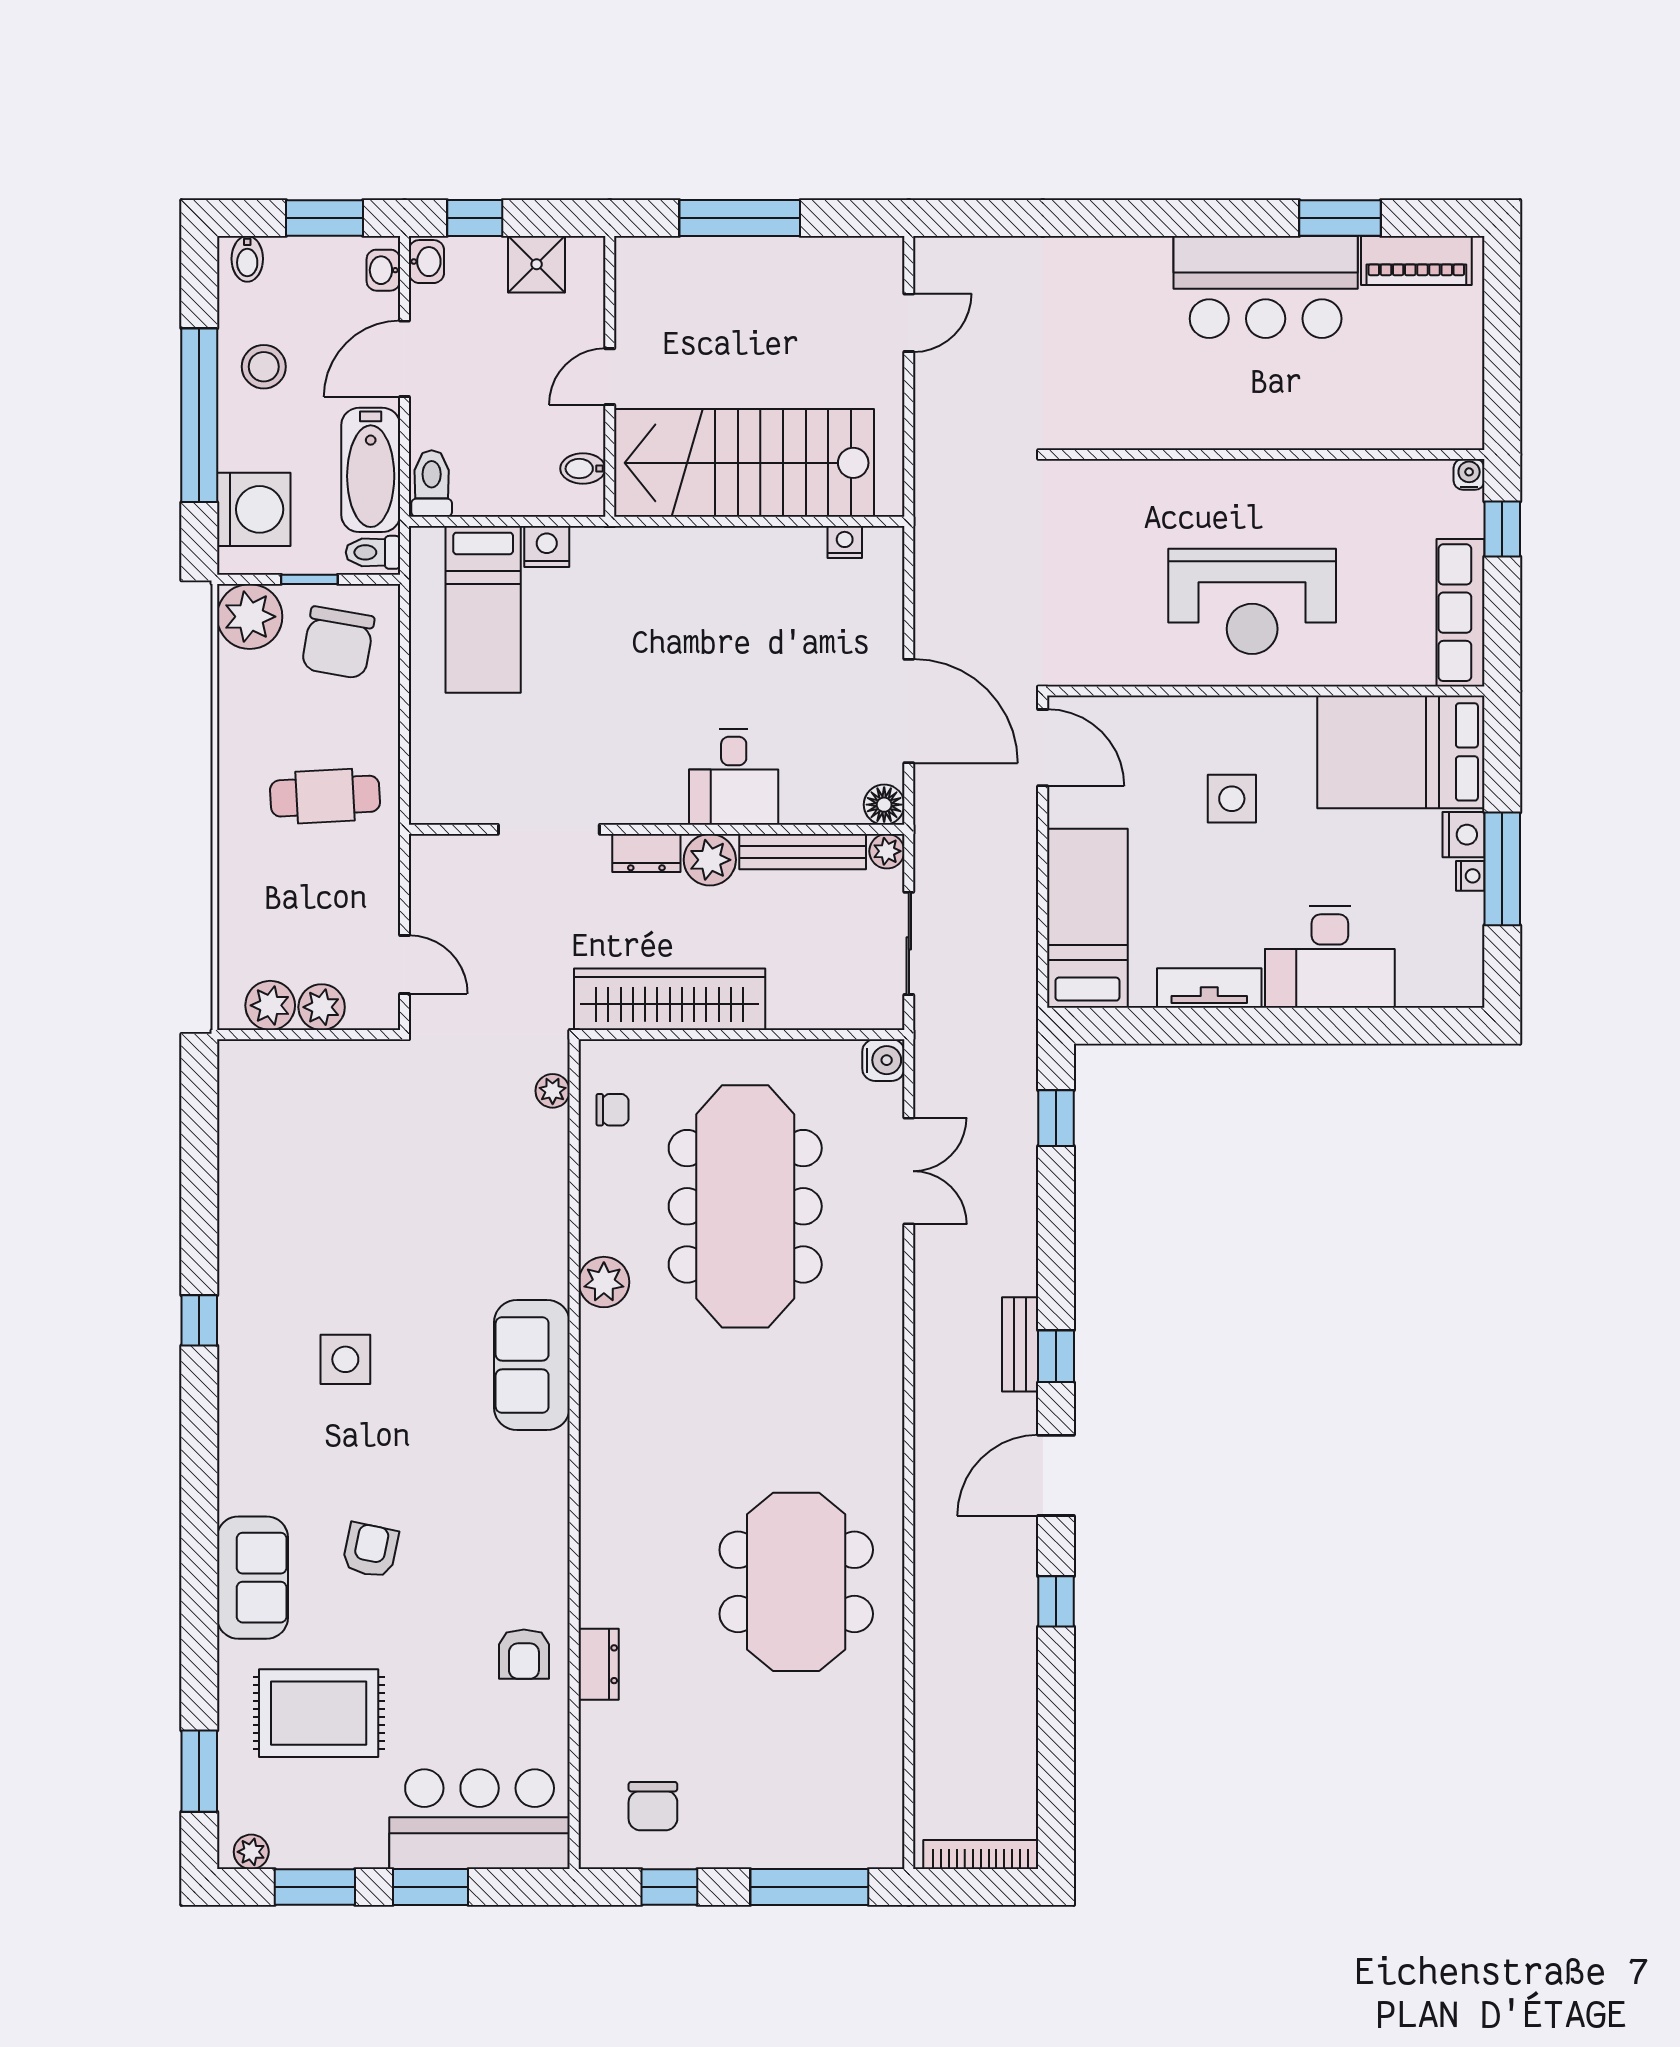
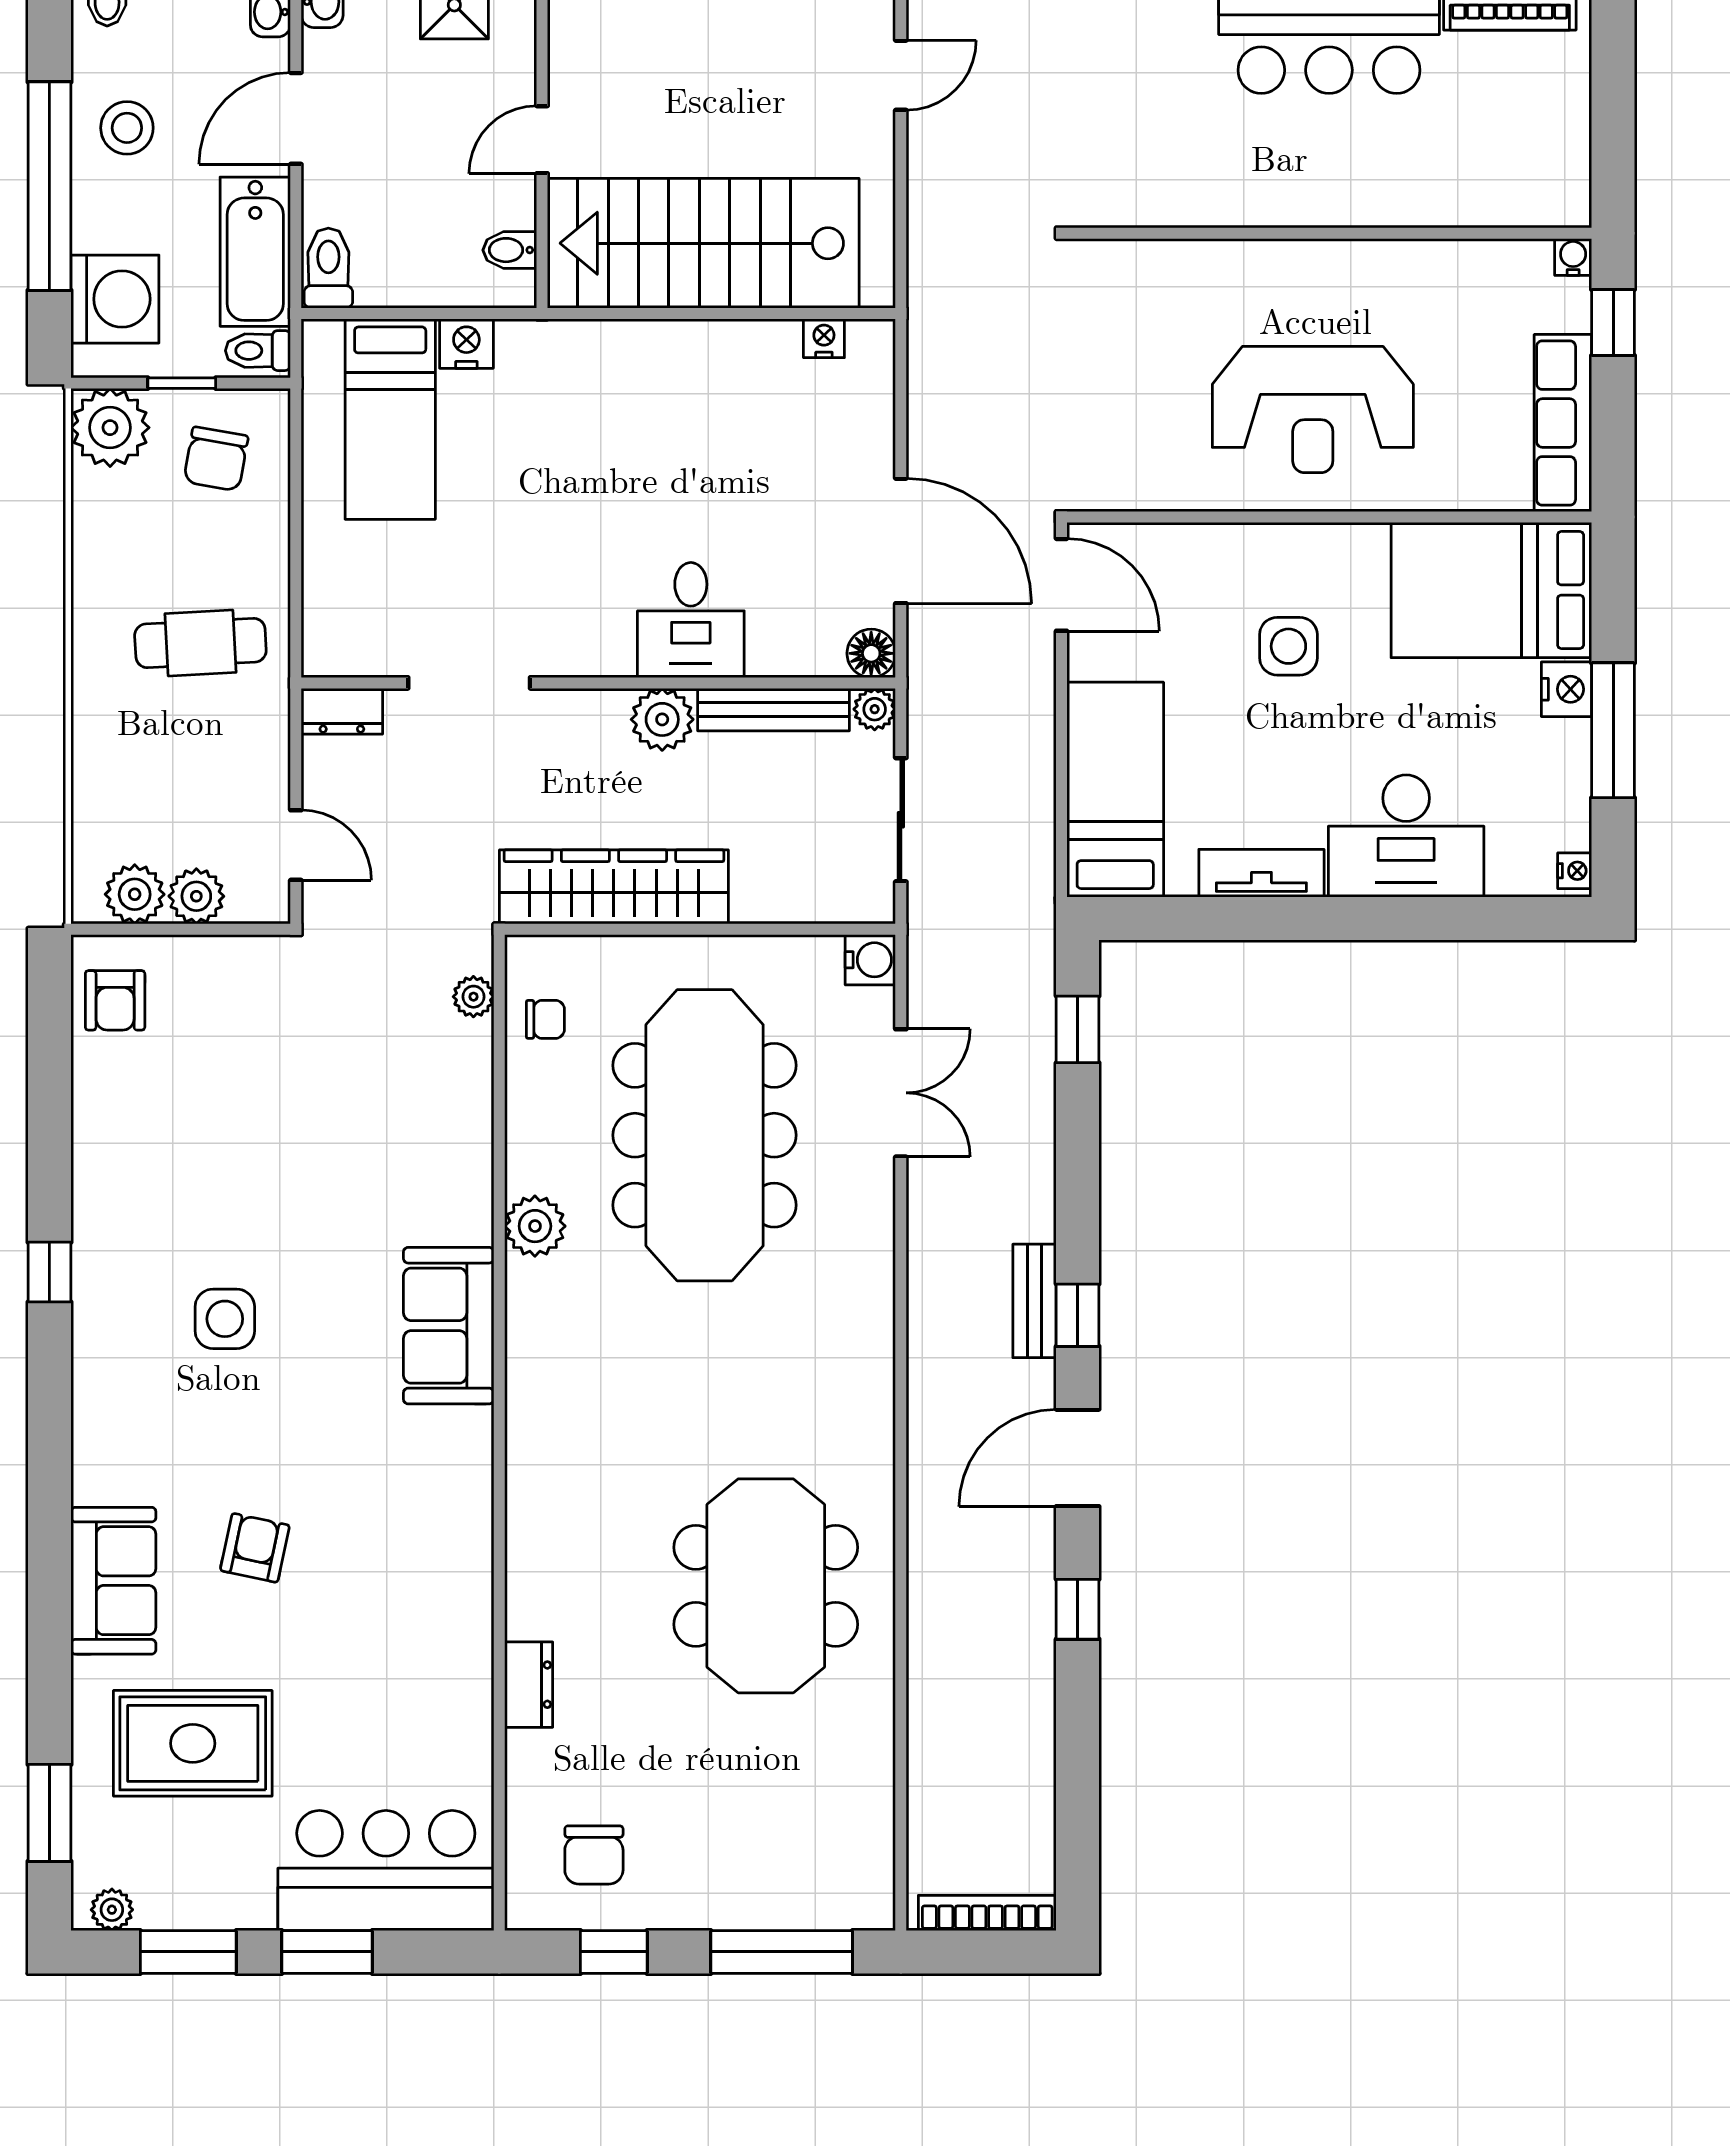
chair: (338, 643) -> (216, 459), width x0.73, depth x0.73
dresser: (646, 853) -> (342, 711), moved
nightstand: (1470, 876) -> (1575, 871), moved
armchair: (524, 1654) -> (115, 1000), moved

